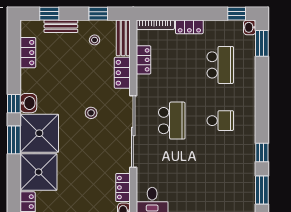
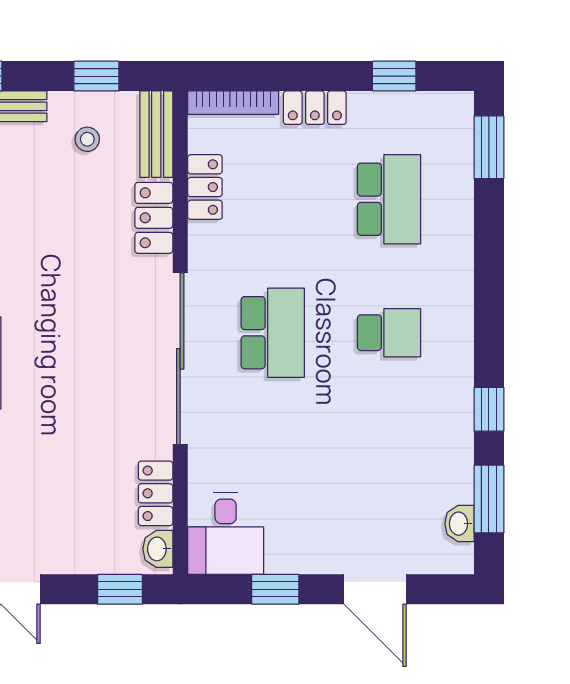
window: (237, 14) -> (394, 76), moved
washbasin: (250, 27) -> (459, 524), moved
stool: (91, 113) -> (79, 314), removed

